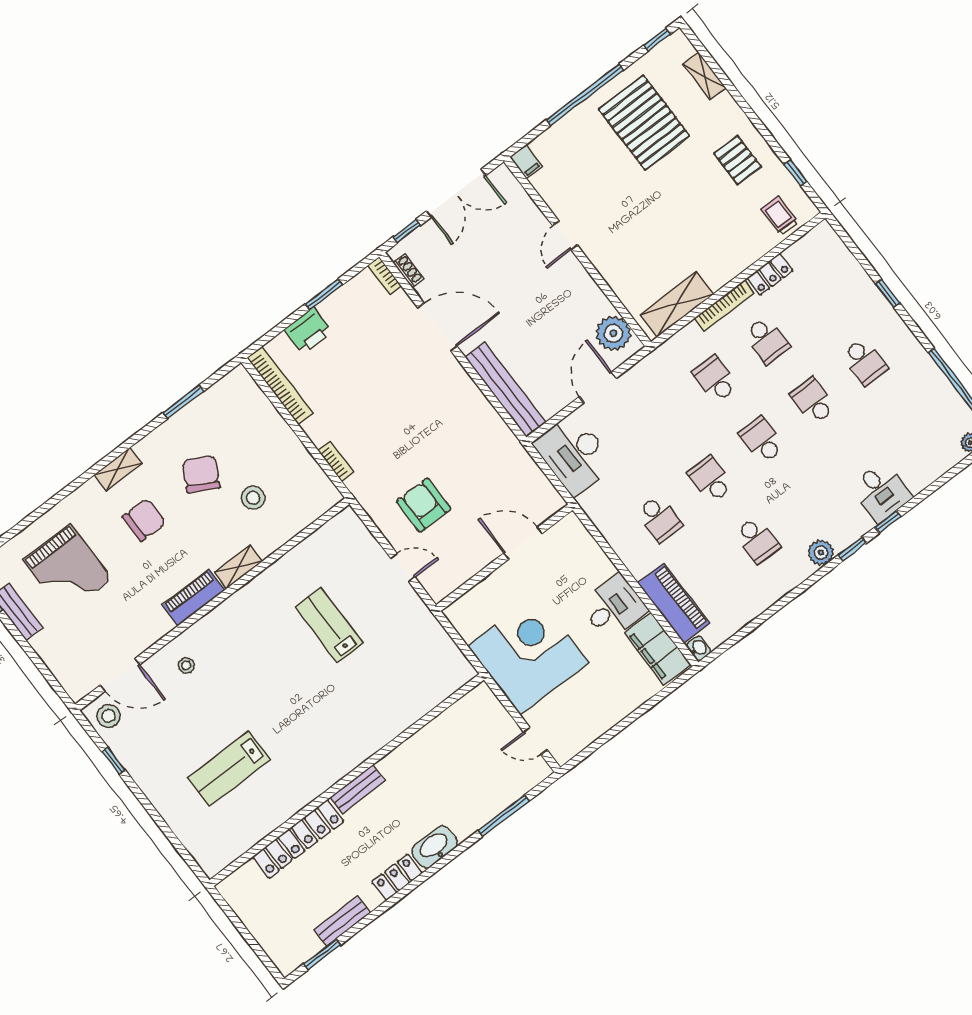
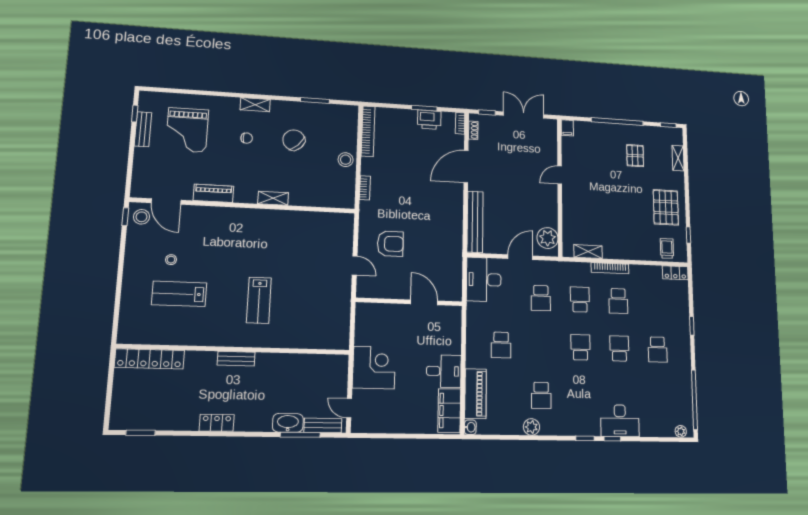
pallet: (644, 123) -> (635, 156), width x0.49, depth x0.50
pallet: (738, 160) -> (666, 207), width x1.50, depth x1.42
double door: (456, 193) -> (524, 115), swing flipped
locker: (770, 274) -> (675, 273), moved
shelving: (677, 304) -> (588, 252), width x0.67, depth x0.75
door: (437, 327) -> (466, 167), swing flipped
printer: (308, 331) -> (429, 120), moved
chair: (201, 474) -> (294, 140), turned -73
school desk: (711, 479) -> (541, 298), moved, turned 180
desk: (881, 492) -> (620, 421), width x1.37
stool: (253, 498) -> (346, 160), moved
armchair: (424, 505) -> (390, 244), turned 90
chair: (144, 520) -> (247, 138), width x0.54, depth x0.54
plant: (821, 553) -> (531, 427), moved
piano: (193, 598) -> (213, 193), moved
lab bench: (329, 625) -> (259, 300), moved, turned 180
corner desk: (528, 654) -> (374, 368), width x0.74, depth x0.74
stool: (186, 665) -> (171, 260), moved
window: (113, 761) -> (125, 217), moved
locker: (298, 839) -> (149, 359), moved
washbasin: (434, 847) -> (288, 423), moved
bench: (342, 921) -> (323, 425), moved

